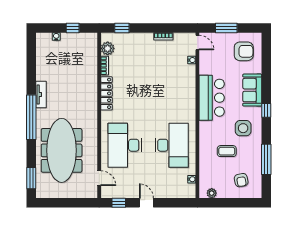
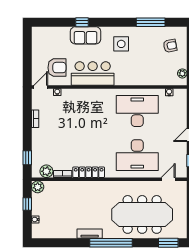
window: (226, 28) -> (27, 60), removed
plant: (91, 39) -> (38, 187), added
armchair: (244, 51) -> (57, 68), moved, turned 90
window: (266, 110) -> (82, 22), moved
coffee table: (227, 151) -> (143, 59), removed

